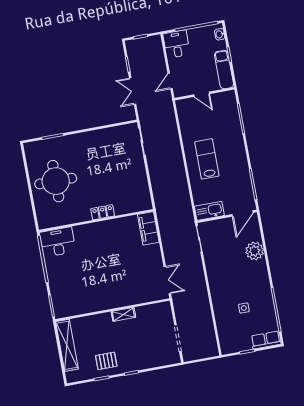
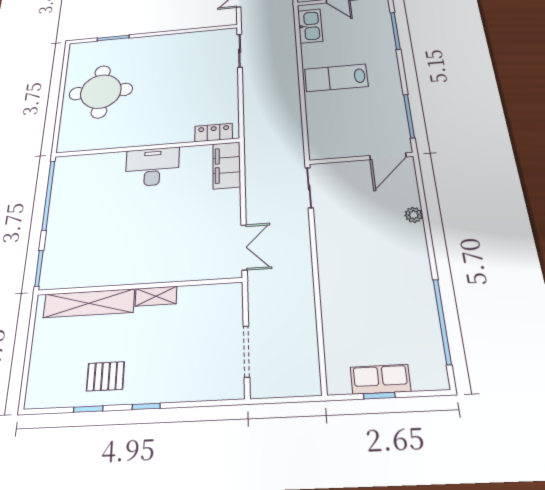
lab bench: (207, 159) -> (336, 78), turned -90
kitchen sink: (209, 211) -> (310, 26), moved, turned 90
locker: (103, 212) -> (214, 133), moved
desk: (58, 242) -> (152, 167), moved
plant: (255, 251) -> (414, 215), width x0.53, depth x0.53
side table: (244, 308) -> (379, 311), removed
row of seats: (266, 340) -> (380, 379), moved
shelving: (67, 345) -> (89, 303), moved, turned 90

